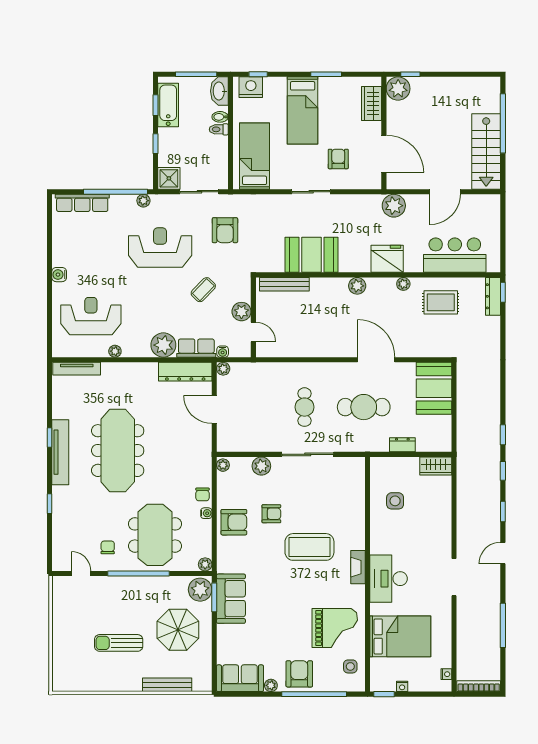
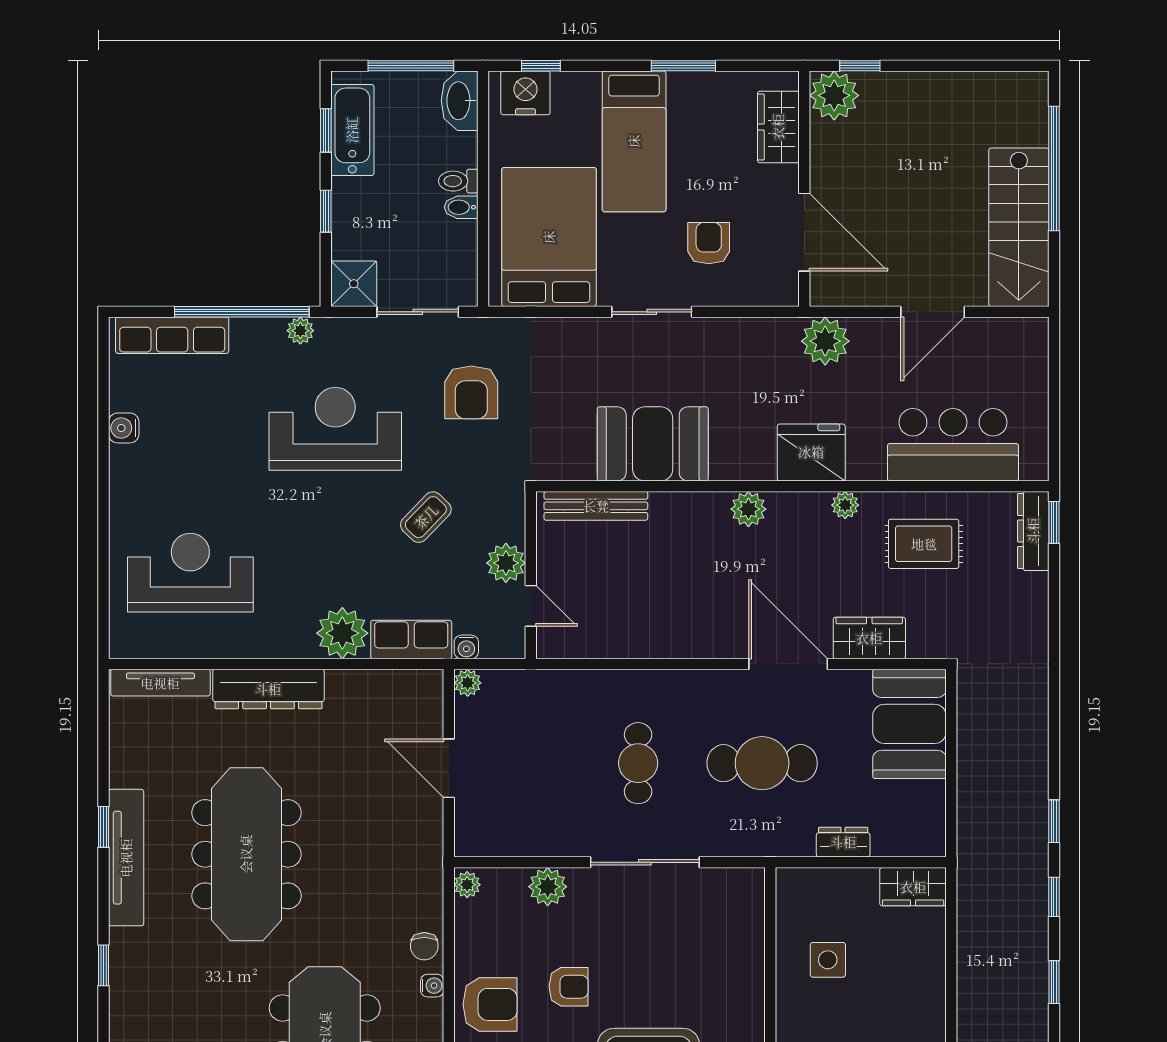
bidet: (220, 117) -> (461, 207), moved
bed: (255, 156) -> (549, 237), width x1.50
water cooler: (59, 275) -> (124, 428), moved
wardrobe: (415, 347) -> (869, 638), added
plant: (115, 351) -> (241, 646), removed
dresser: (185, 372) -> (268, 689), moved

